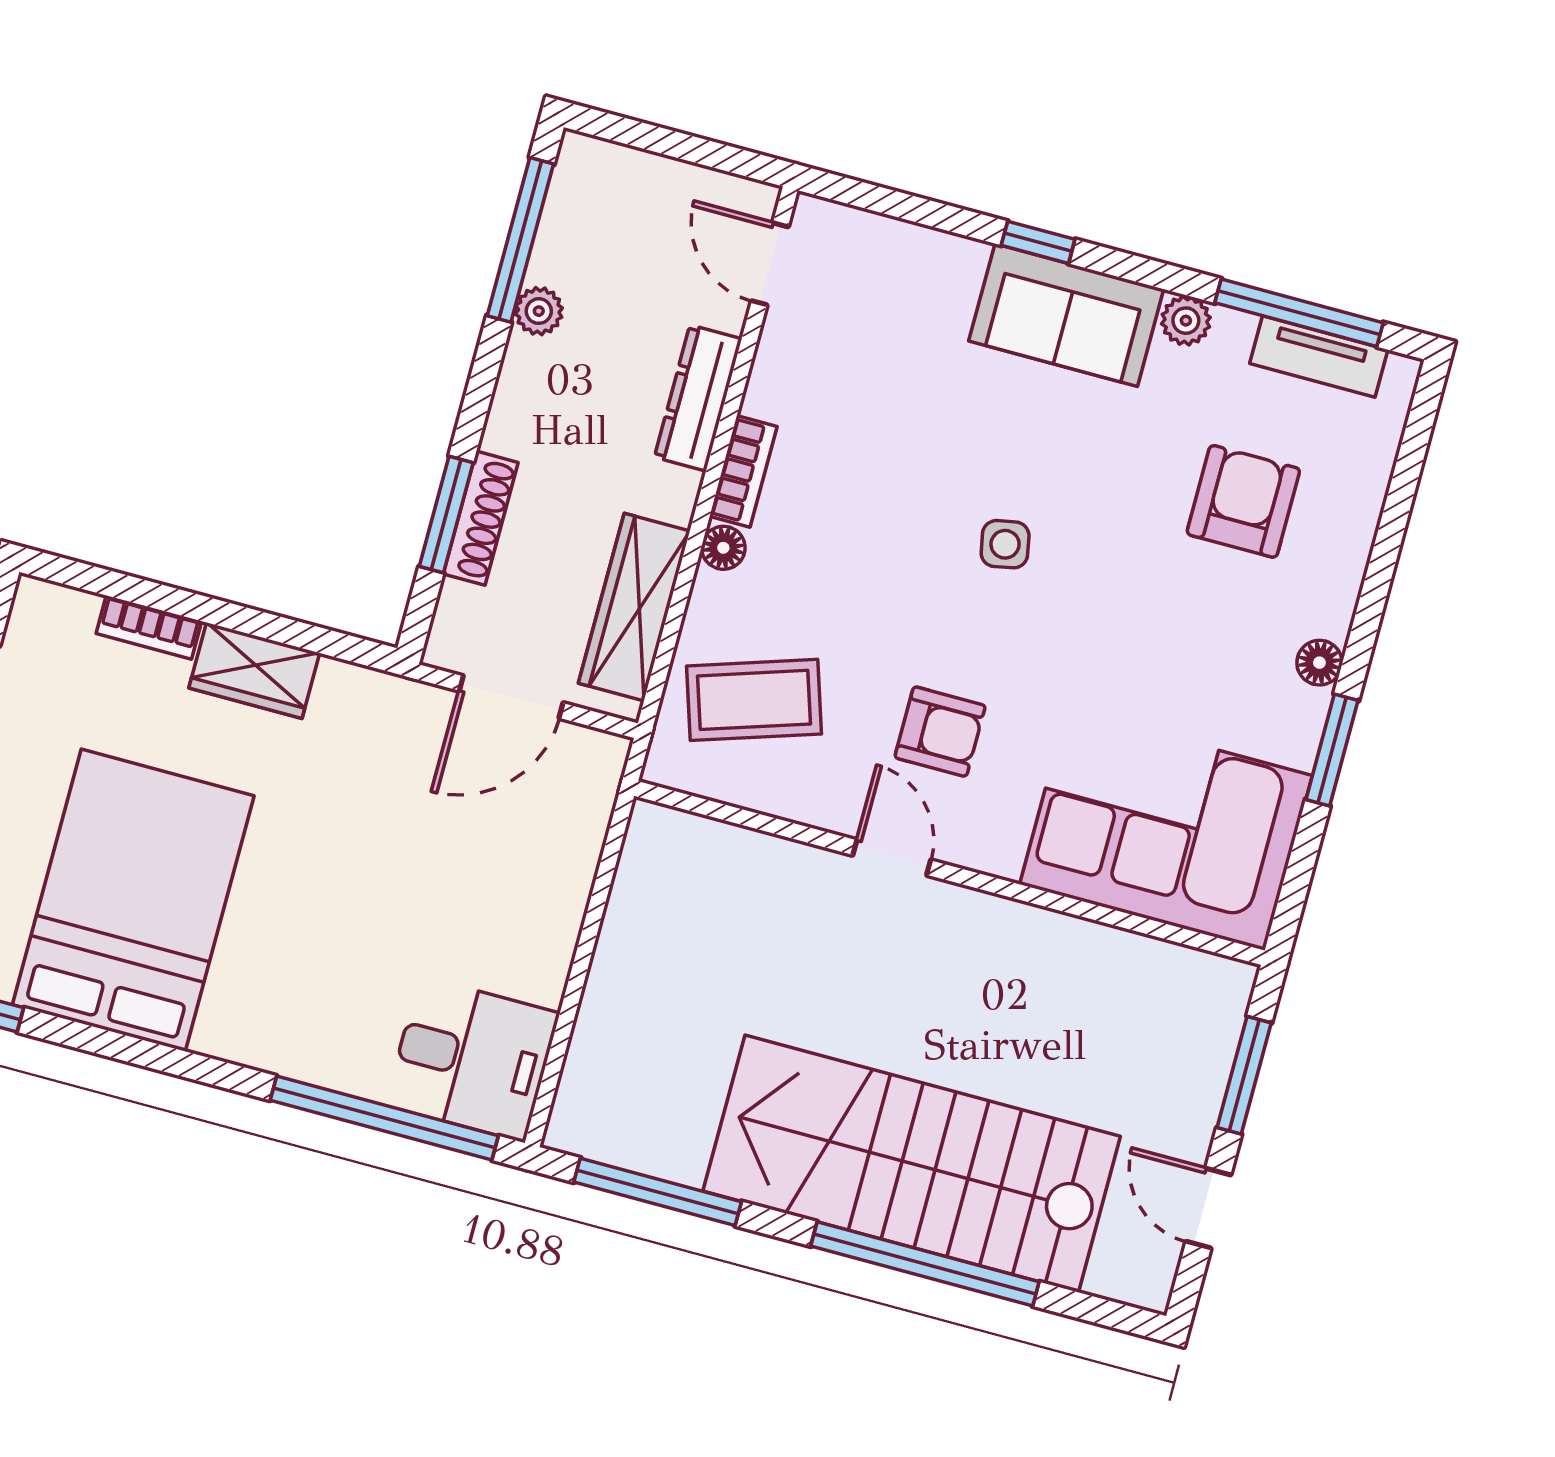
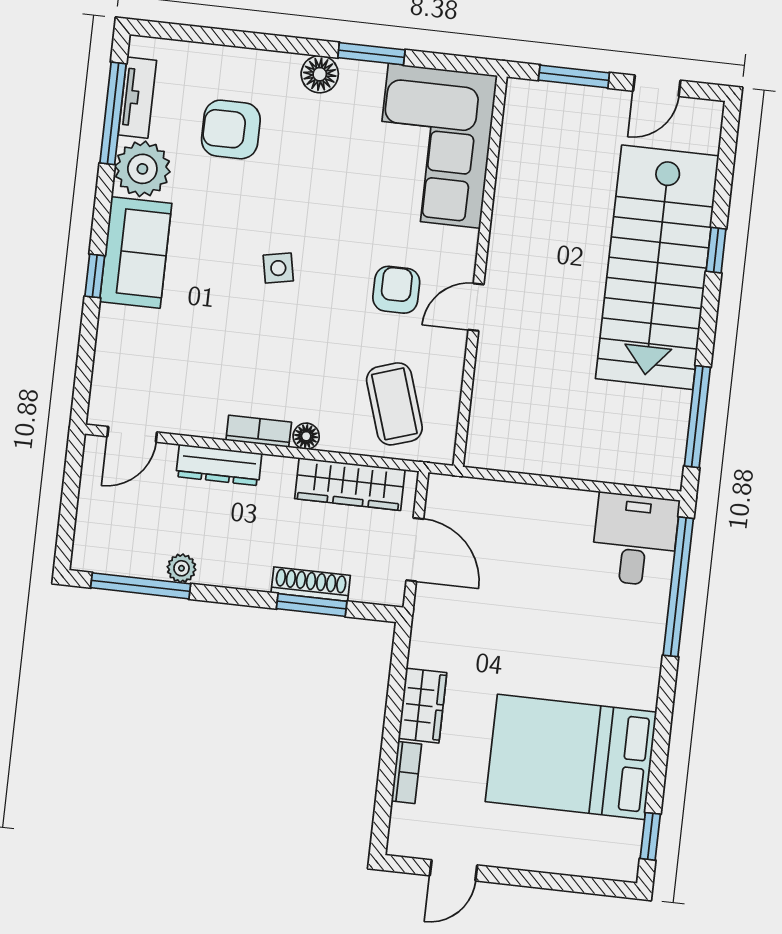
plant: (1186, 321) -> (142, 169), width x1.88, depth x1.88
floor lamp: (1319, 663) -> (320, 74), width x1.37, depth x1.37
window: (925, 1264) -> (716, 250), width x0.32

